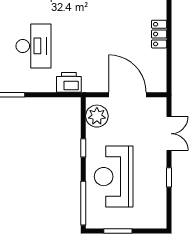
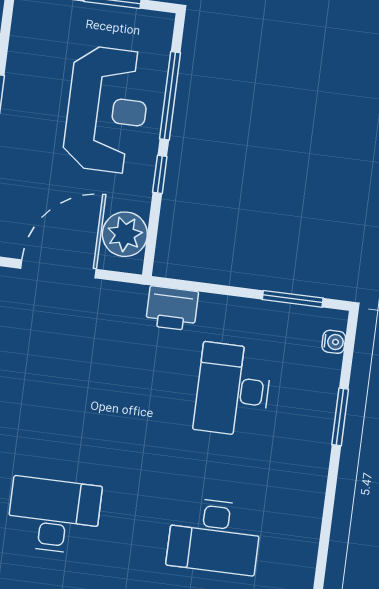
door: (127, 95) -> (58, 269), swing flipped
window: (83, 203) -> (170, 96), moved

